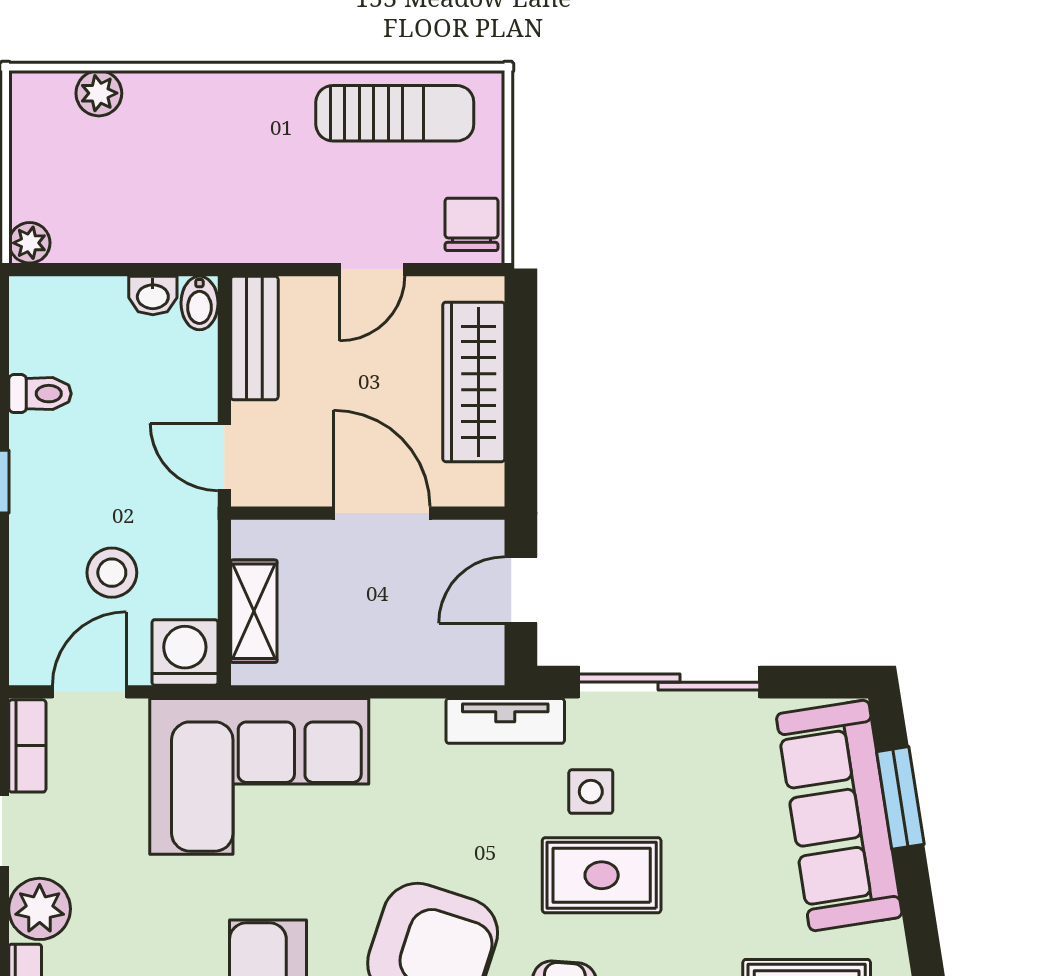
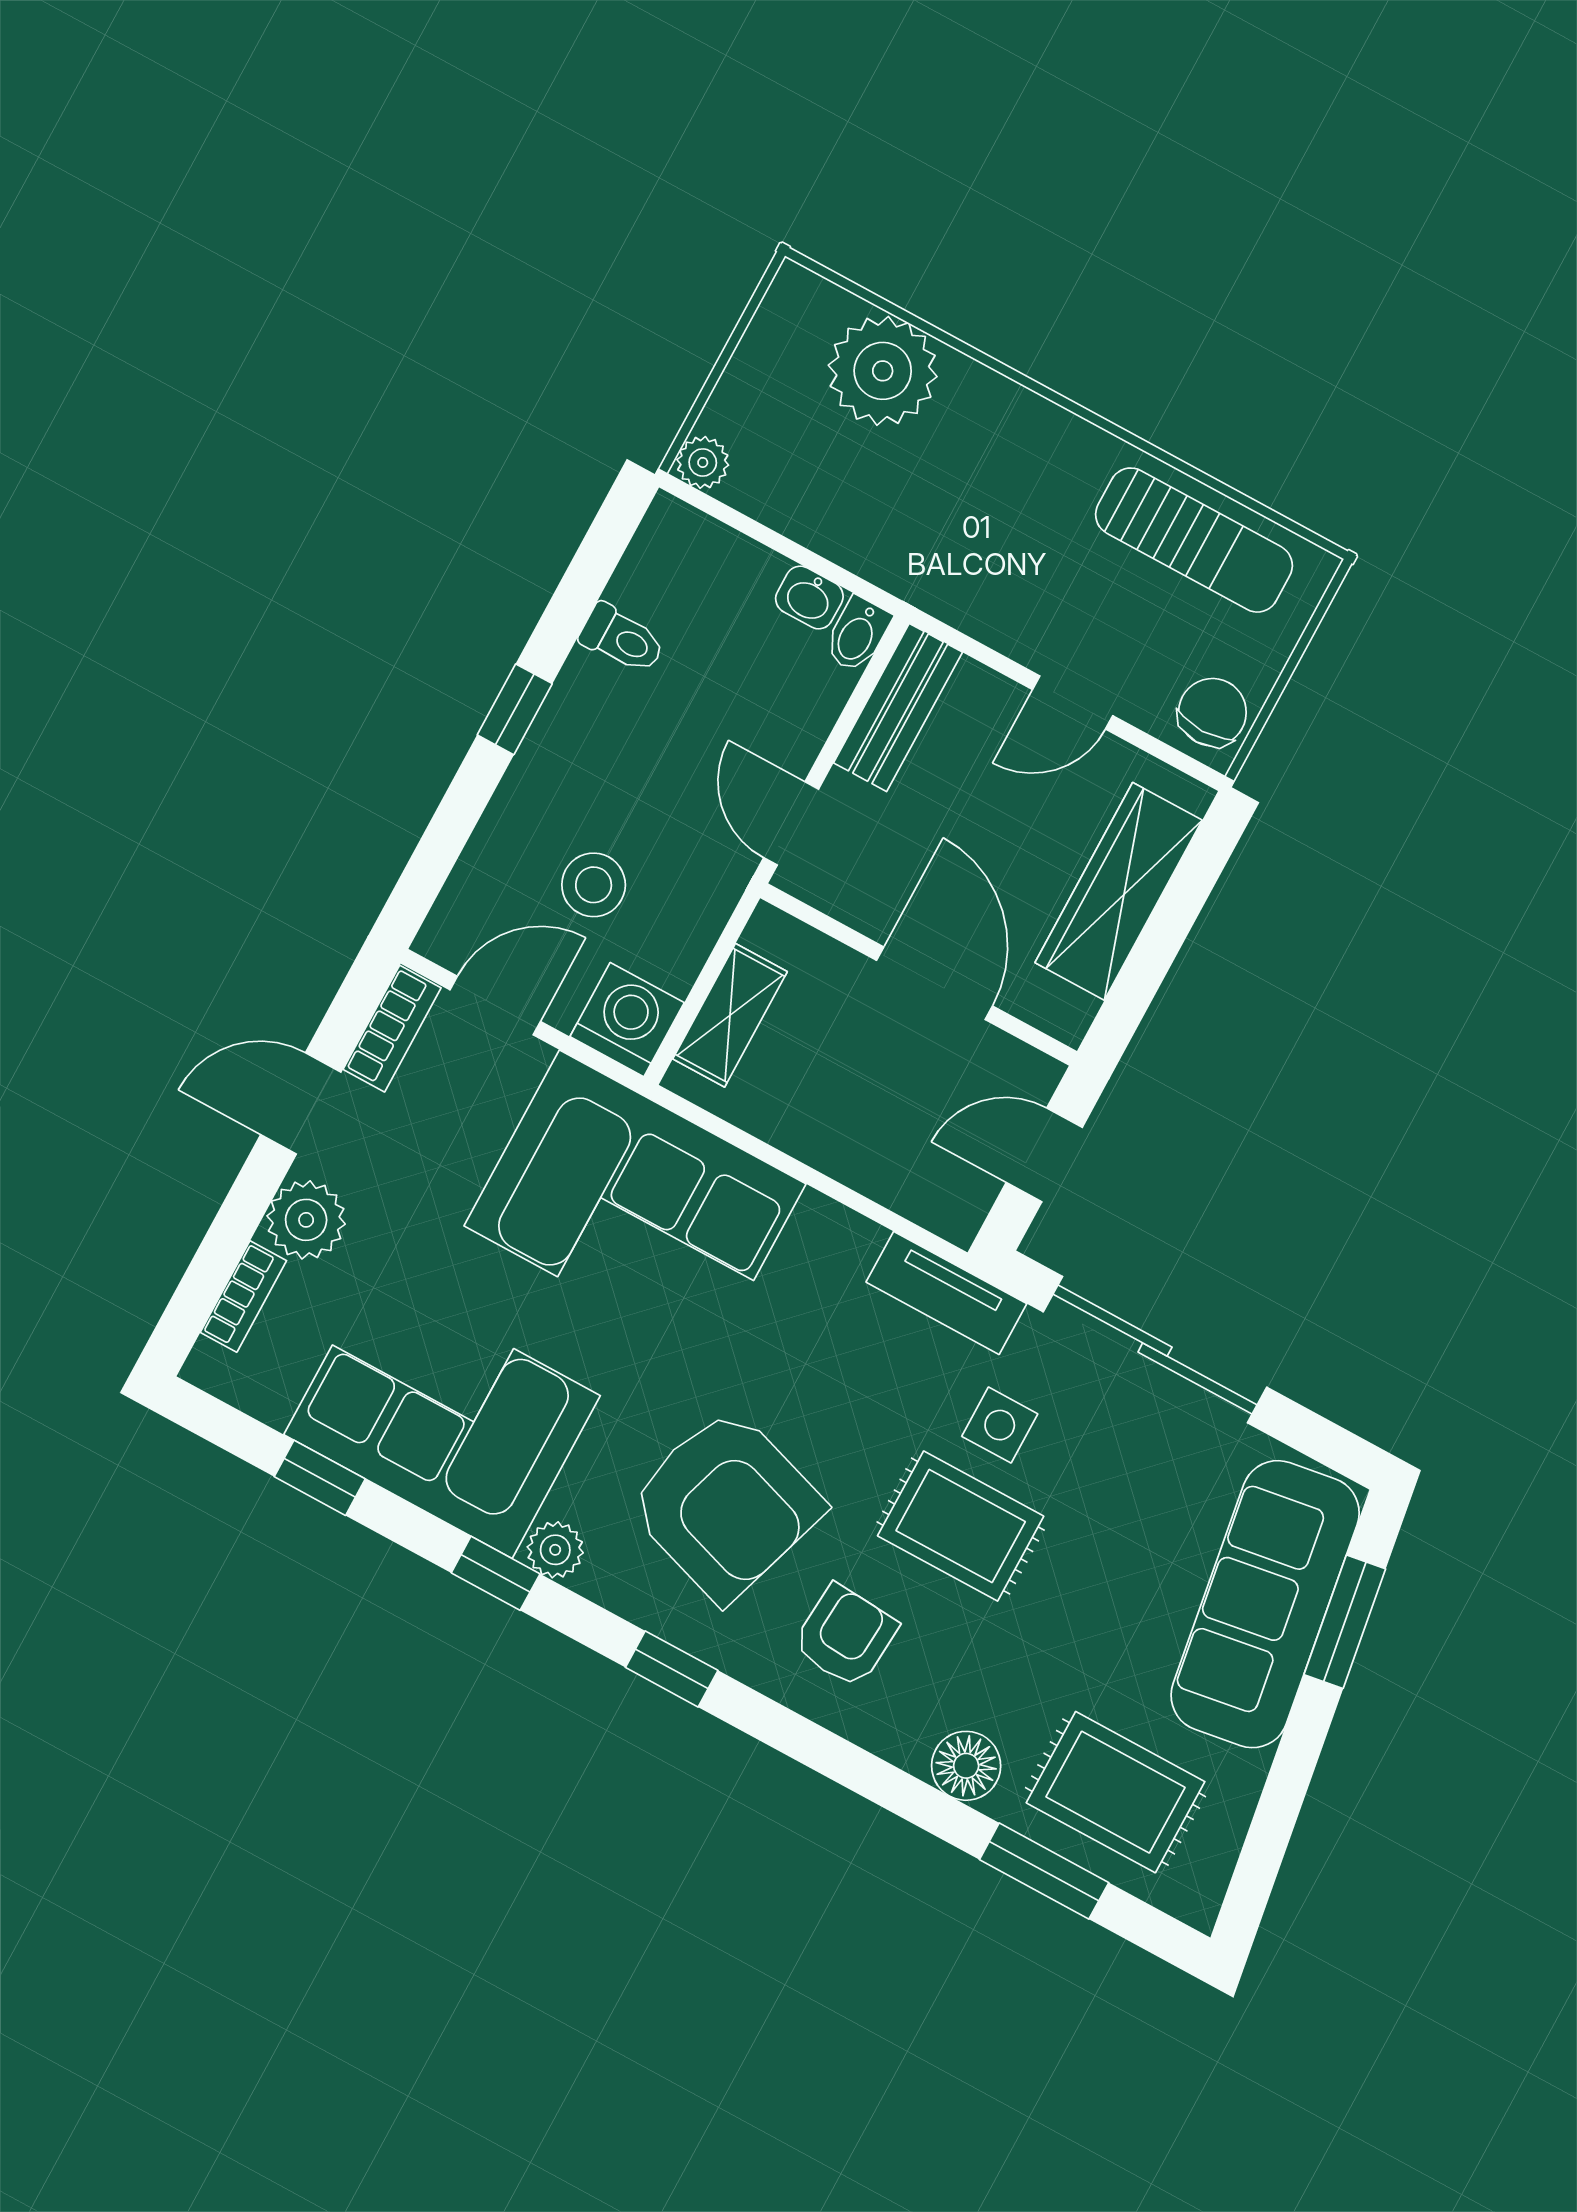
plant: (99, 93) -> (883, 371), width x1.88, depth x1.88

